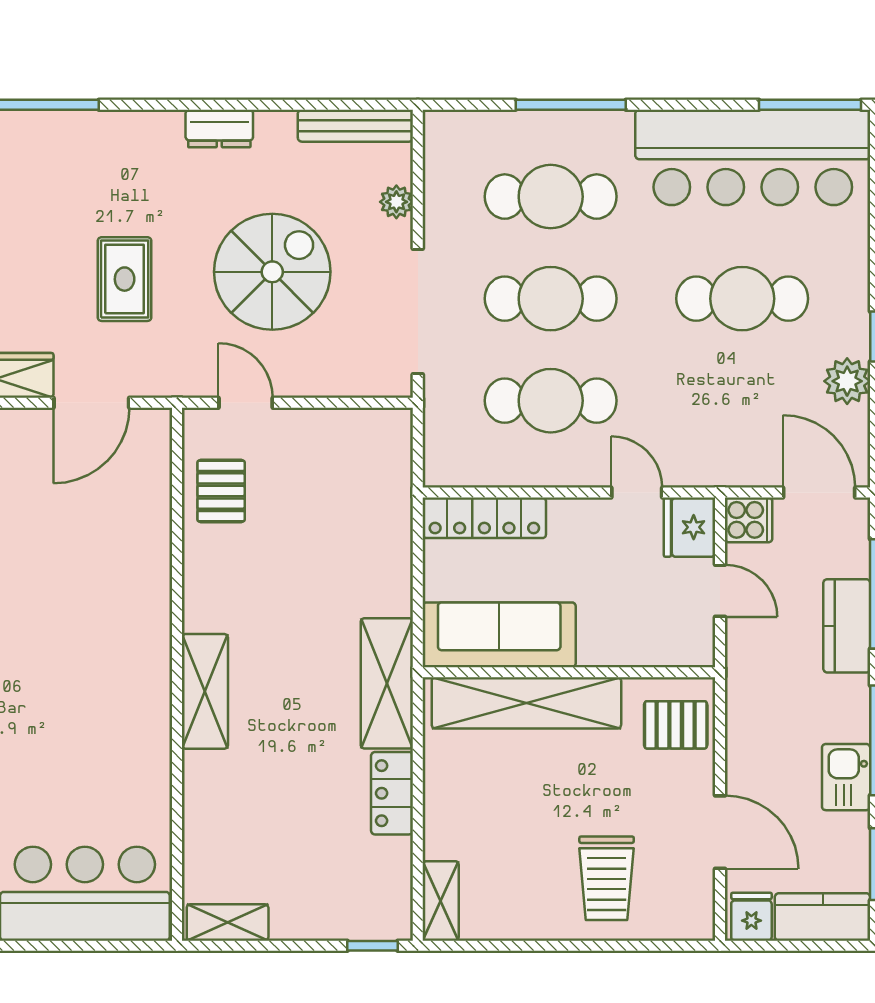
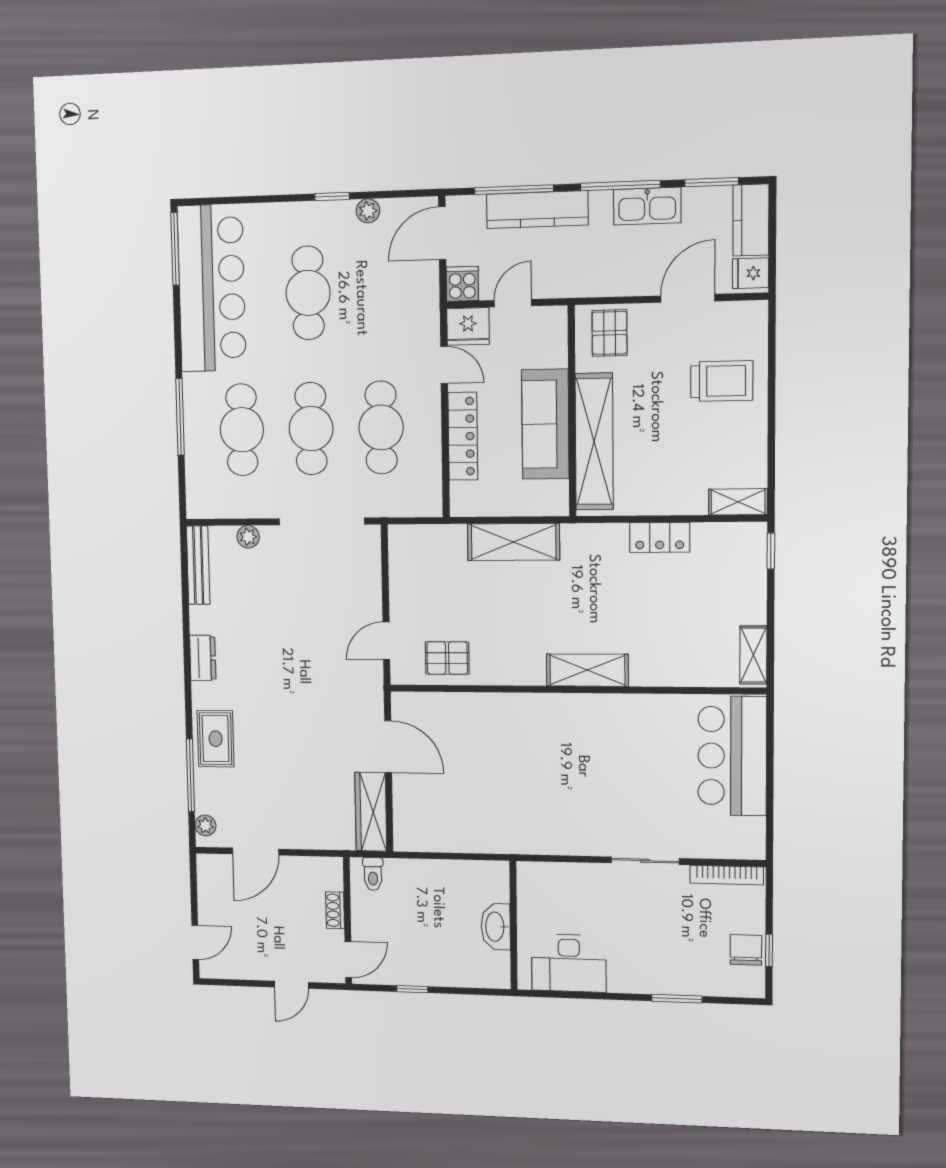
spiral stairs: (272, 272) -> (297, 622), removed
rug: (125, 279) -> (216, 739), moved, turned 90
plant: (847, 381) -> (368, 211), width x0.73, depth x0.73
door: (637, 493) -> (444, 365), swing flipped
locker: (484, 518) -> (463, 436), moved
kitchen counter: (847, 626) -> (537, 210), width x1.50
sofa: (499, 635) -> (545, 424), moved
shelving: (387, 683) -> (514, 542), moved
kitchen sink: (846, 777) -> (647, 206), width x1.38

